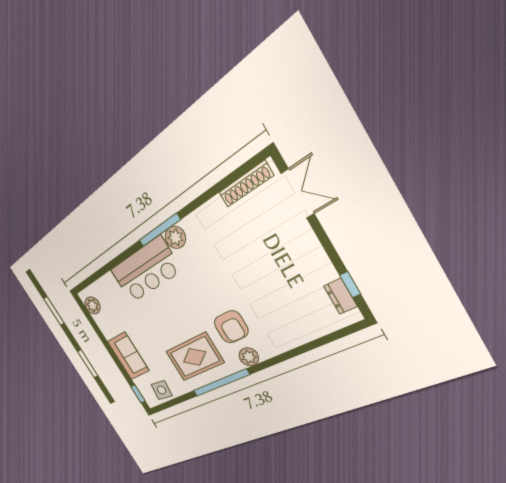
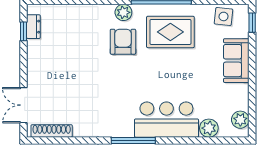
plant: (175, 237) -> (209, 128), moved

